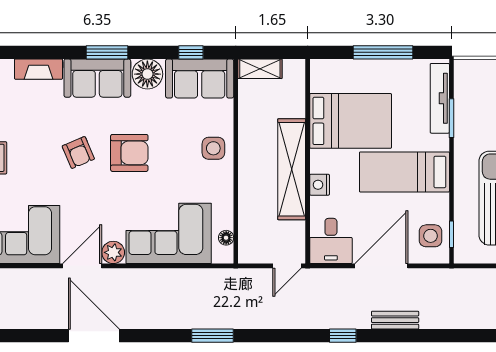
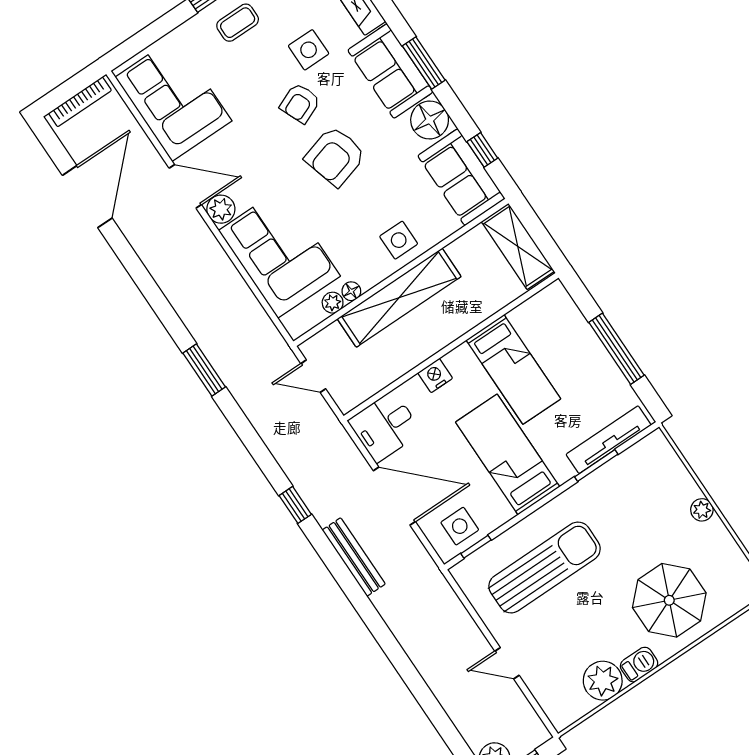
shelving: (260, 69) -> (518, 246), width x1.50, depth x1.33
bed: (351, 121) -> (513, 369), width x0.67
side table: (47, 123) -> (309, 50), added
armchair: (129, 153) -> (335, 156), turned 74
shelving: (292, 169) -> (399, 298), moved
plant: (225, 220) -> (333, 303), added
floor lamp: (226, 238) -> (351, 291), moved
door: (287, 266) -> (313, 376), moved
bench: (395, 320) -> (354, 557), width x1.36
door: (94, 336) -> (87, 197), moved

